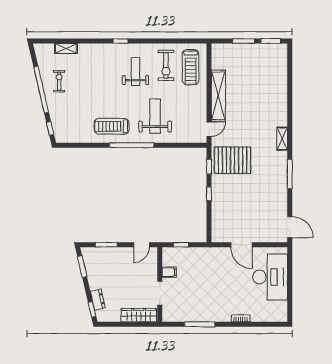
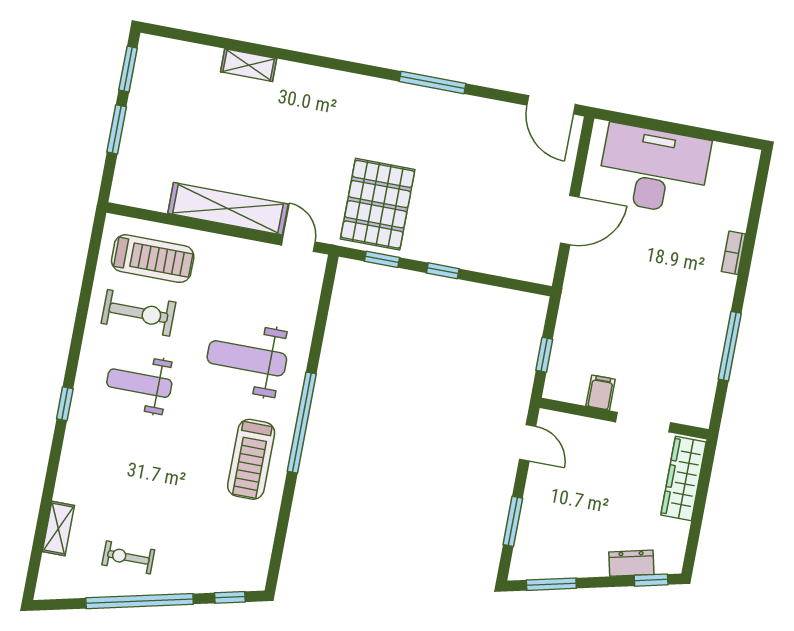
shelving: (282, 139) -> (249, 65), moved
door: (290, 227) -> (551, 105), swing flipped

